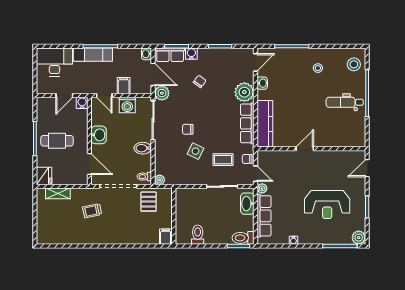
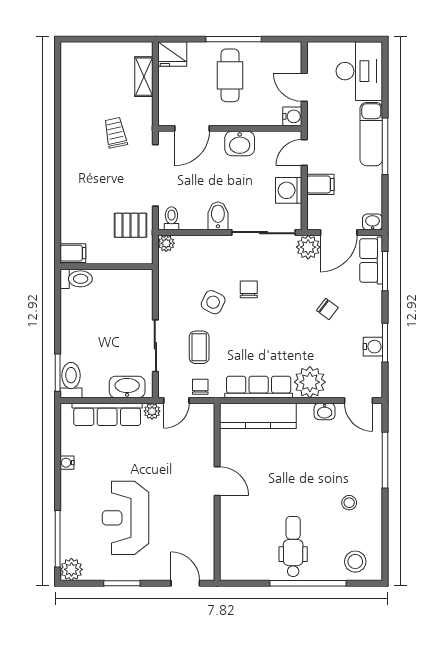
water cooler: (191, 54) -> (373, 347), moved
toilet: (198, 235) -> (76, 279), moved

